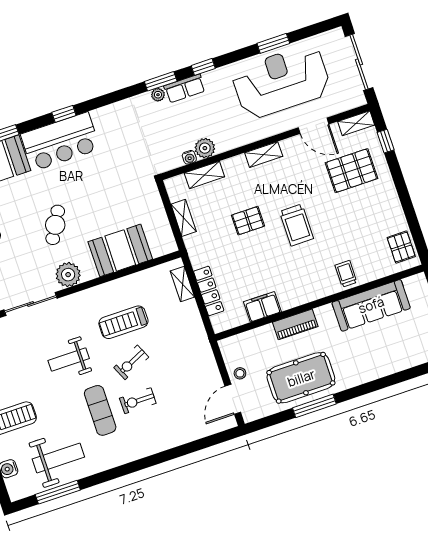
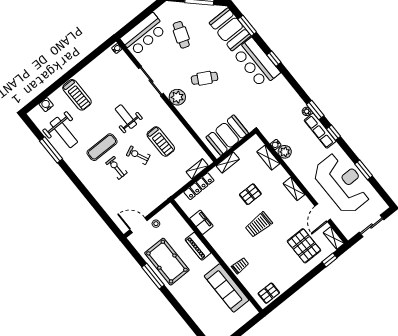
sliding door: (359, 62) -> (372, 226), width x0.73
row of seats: (185, 88) -> (320, 131), width x1.48
shelving: (184, 218) -> (228, 163), moved
pallet: (248, 221) -> (250, 194), turned 90
booth: (120, 250) -> (227, 135), moved, turned 90
treadmill: (123, 322) -> (161, 141), turned 180
window: (58, 492) -> (51, 150), moved

